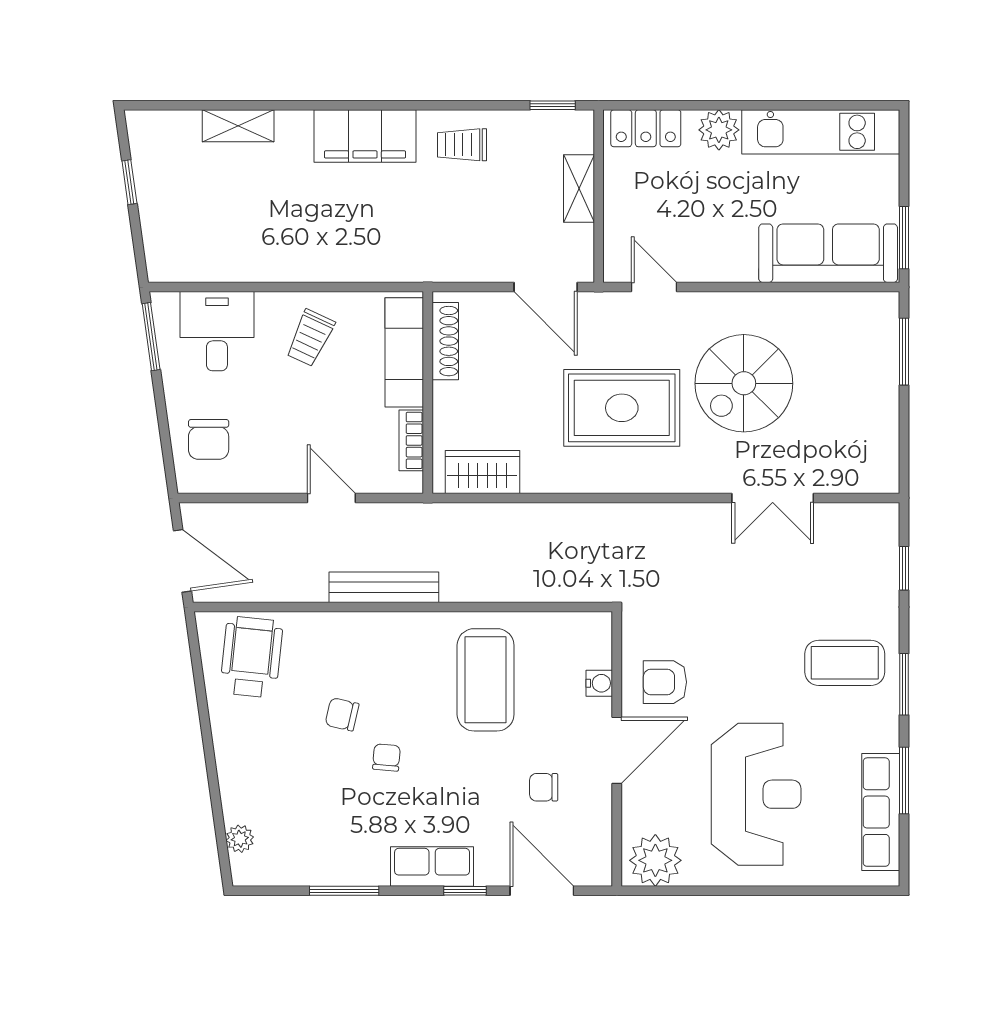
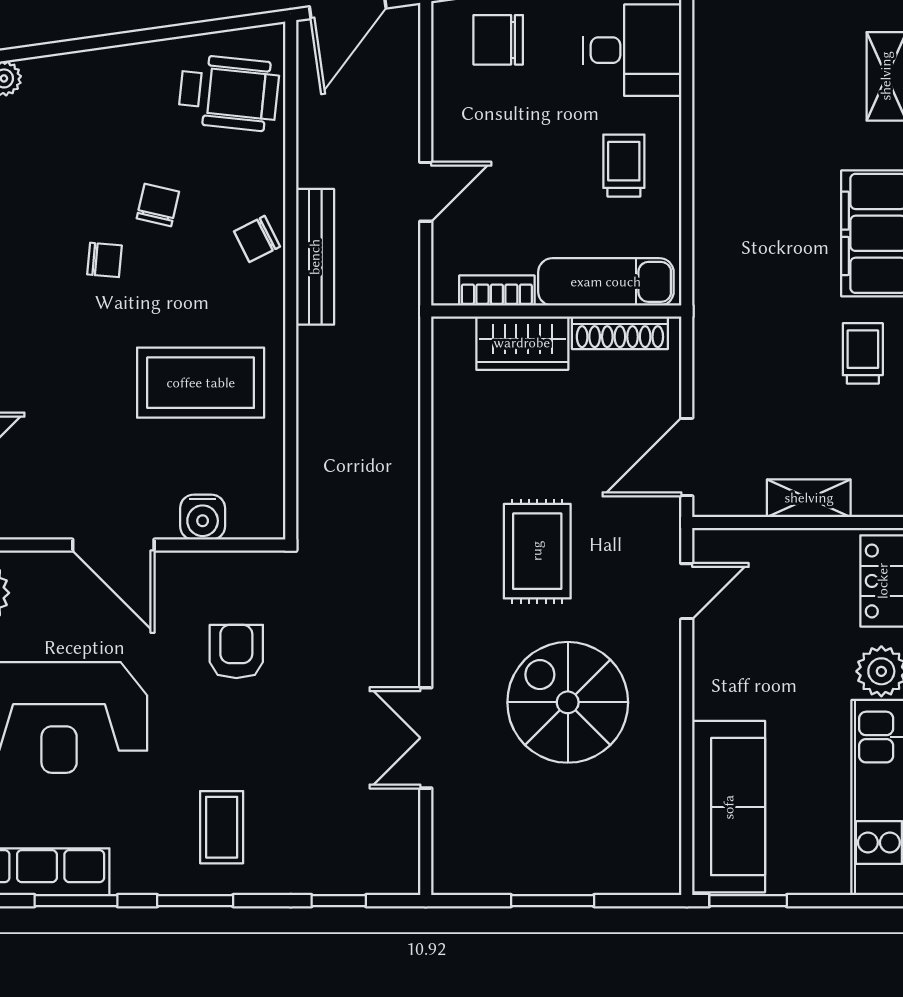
trolley: (310, 338) -> (624, 166), turned 65
window: (904, 352) -> (553, 901), moved
rug: (622, 408) -> (537, 551), width x0.73, depth x0.70
wardrobe: (482, 472) -> (522, 343), moved, turned 90
coffee table: (845, 663) -> (222, 827), width x0.73, depth x0.77
armchair: (665, 682) -> (236, 651), moved
water cooler: (599, 683) -> (203, 517), width x1.38, depth x1.38
chair: (544, 787) -> (257, 239), moved, turned -117

